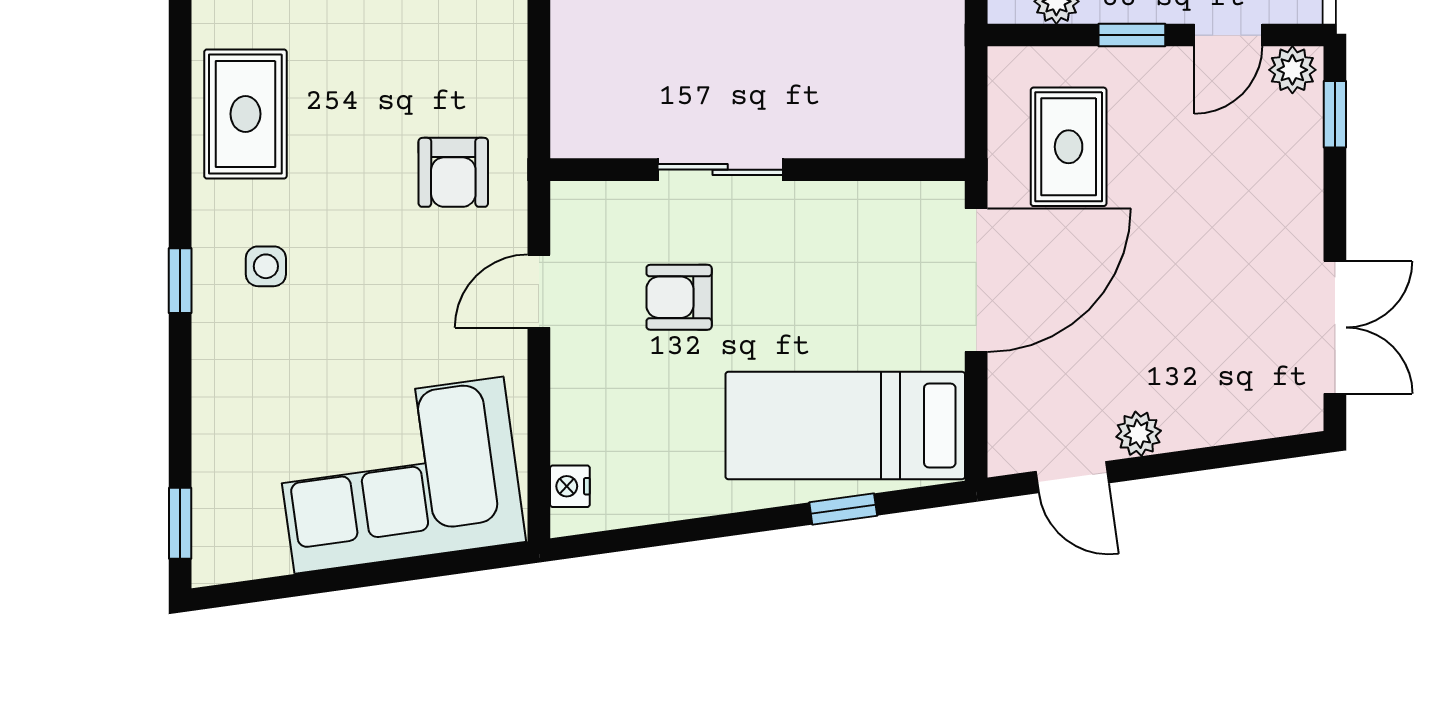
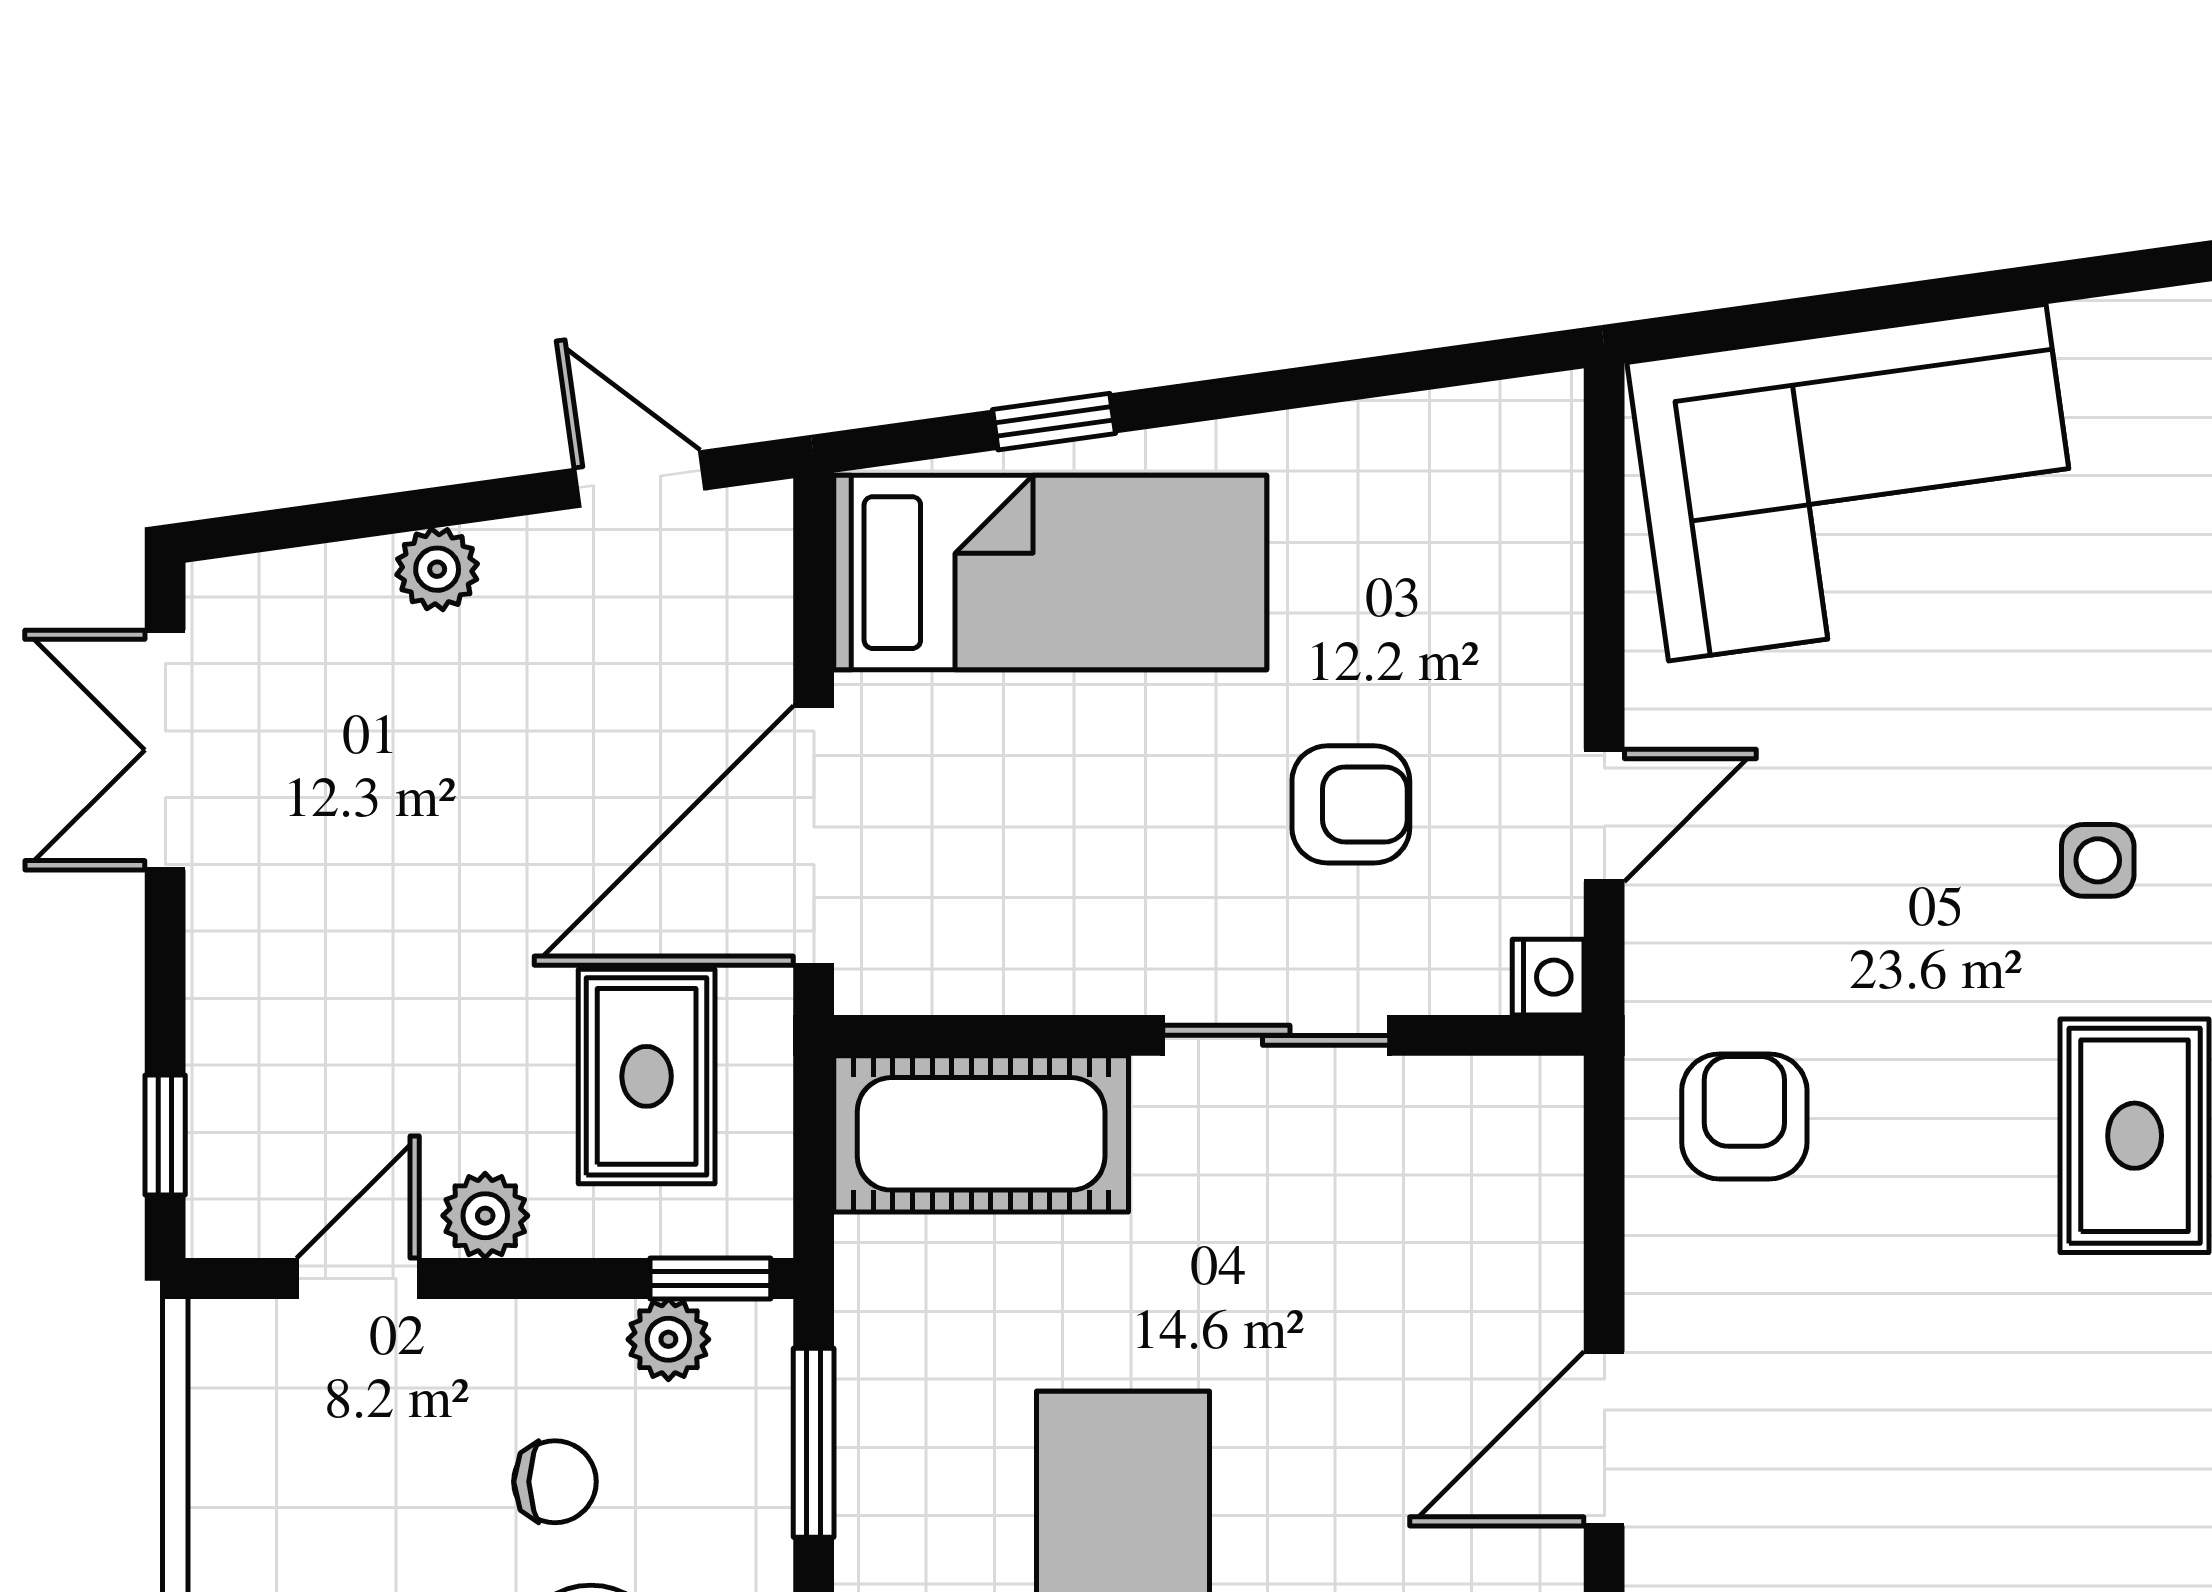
window: (1132, 35) -> (710, 1279), moved
plant: (1292, 70) -> (485, 1216), moved
cot: (883, 115) -> (981, 1134), added
armchair: (453, 172) -> (1744, 1116), moved
plant: (1139, 434) -> (437, 569), moved
nightstand: (570, 486) -> (1548, 977), moved

